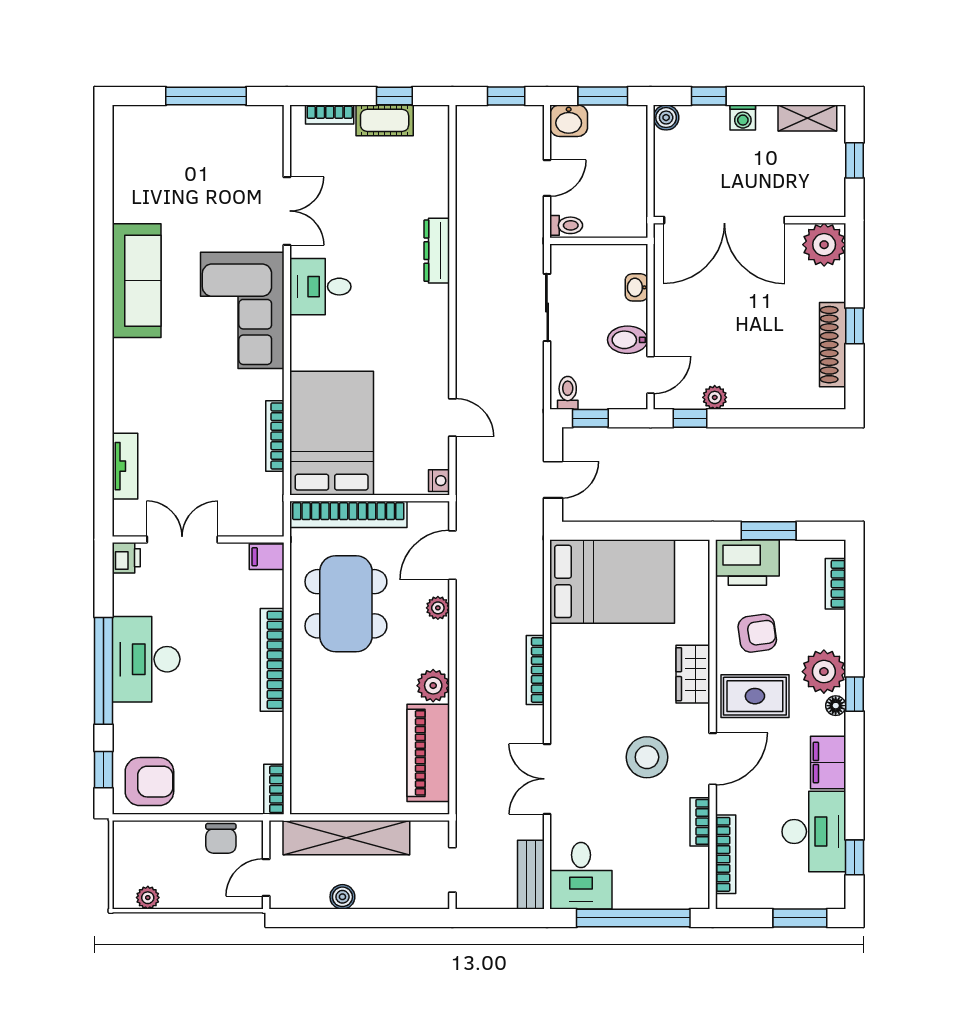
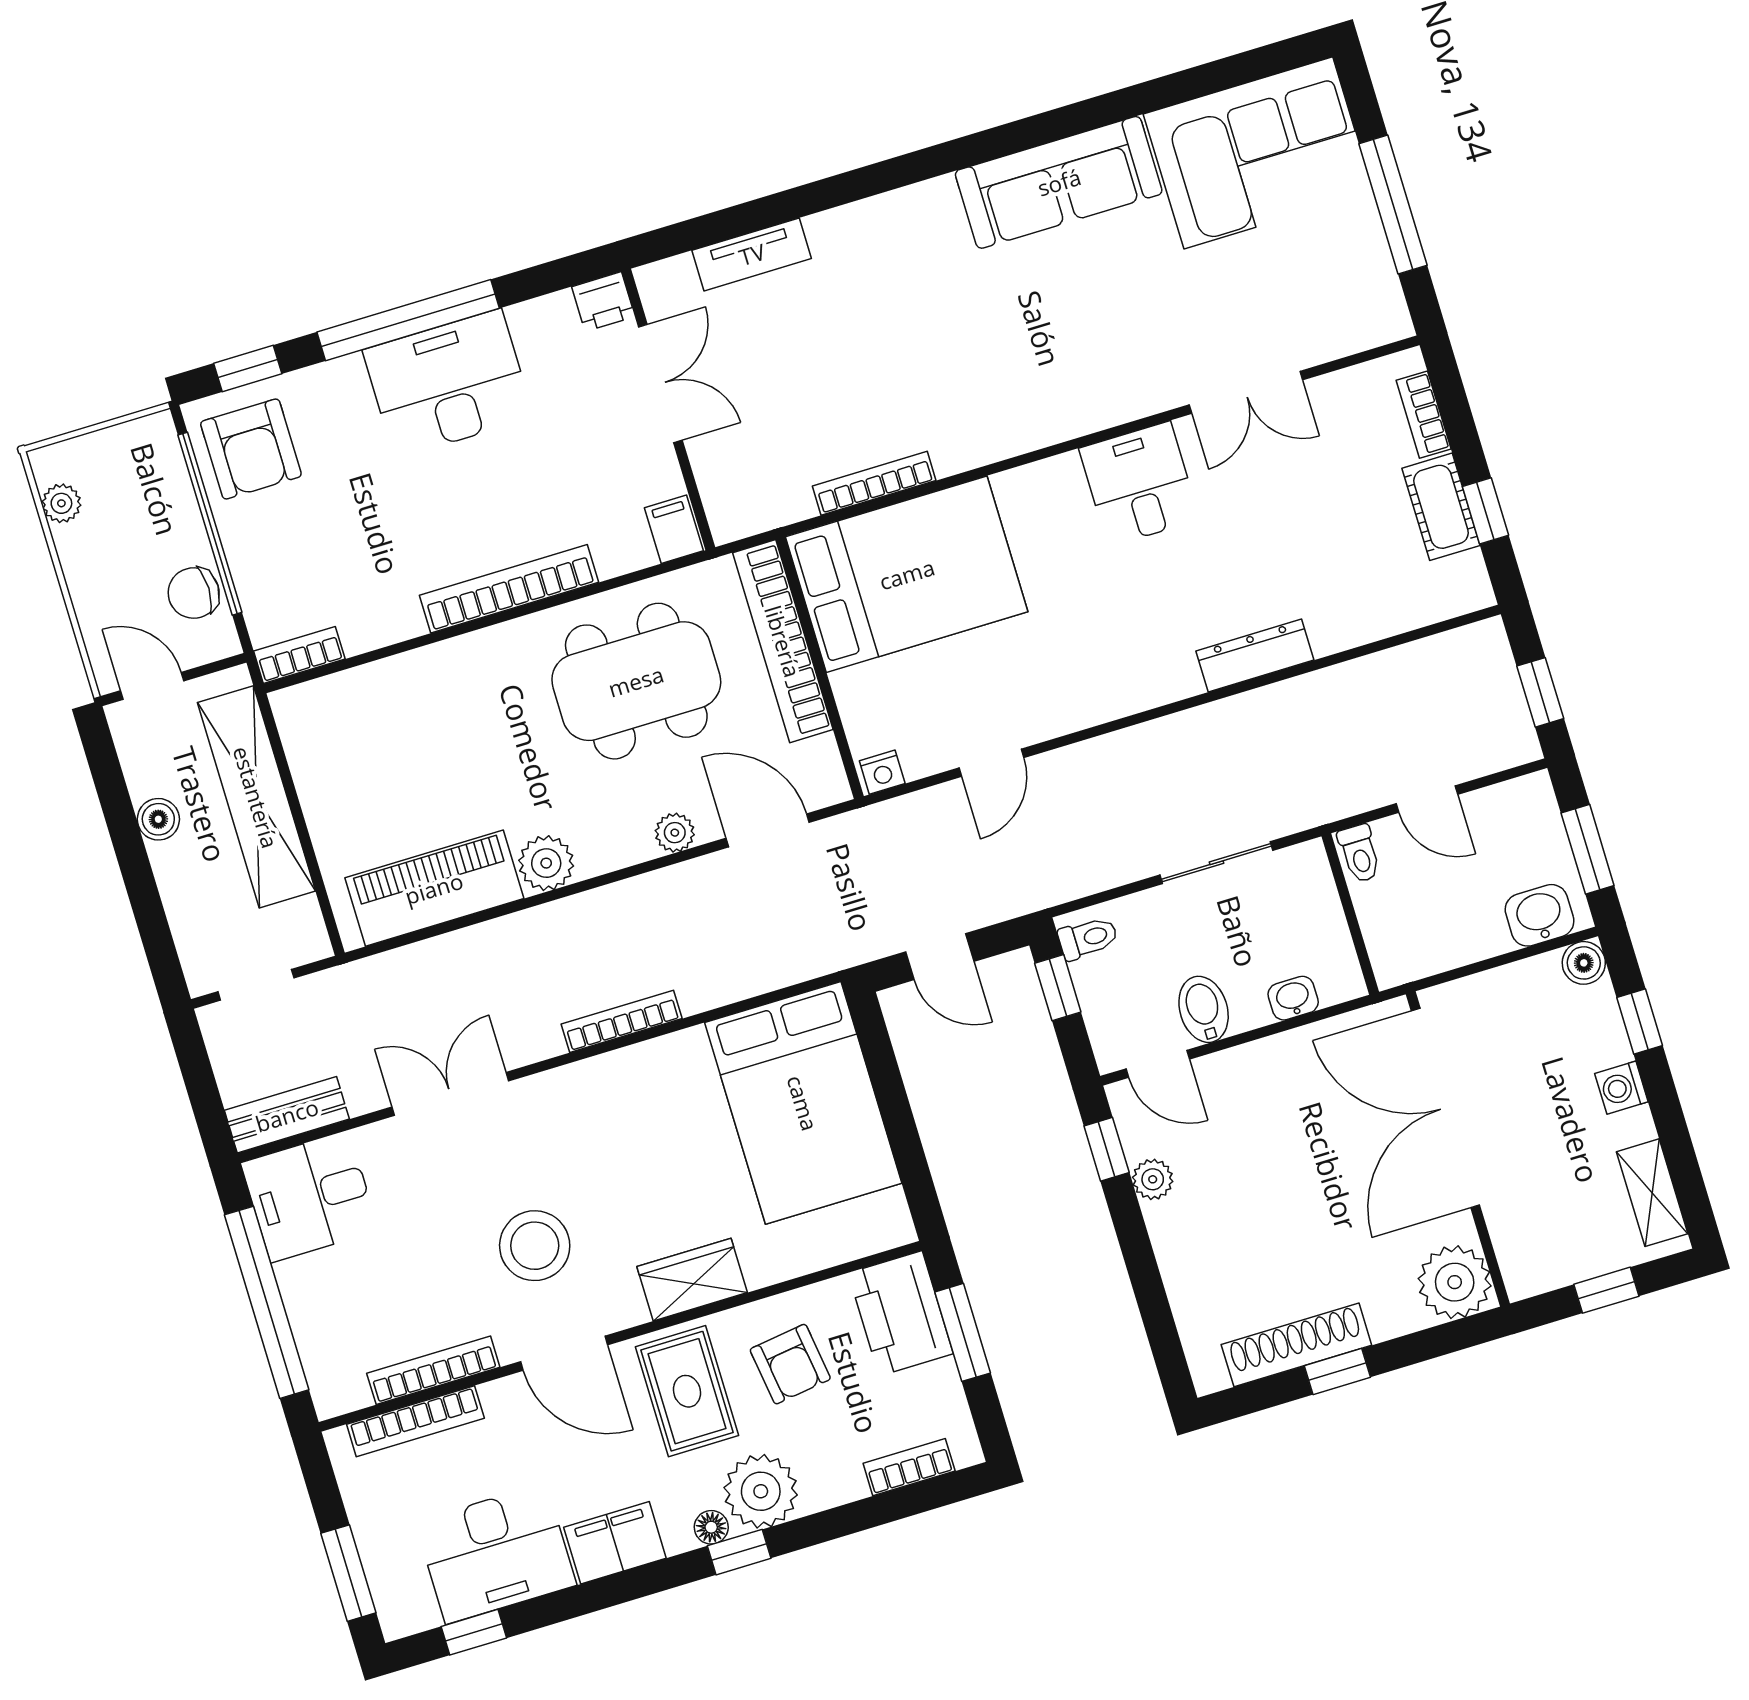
washbasin: (569, 121) -> (1540, 915), moved, turned 90
corner sofa: (242, 310) -> (1258, 153), moved, turned 180
window: (185, 817) -> (210, 524), added
bookcase: (700, 822) -> (433, 1370), width x1.56

